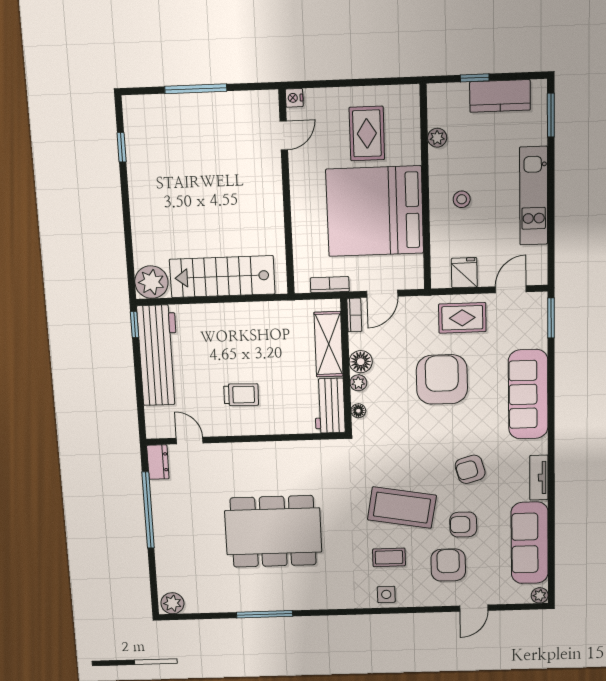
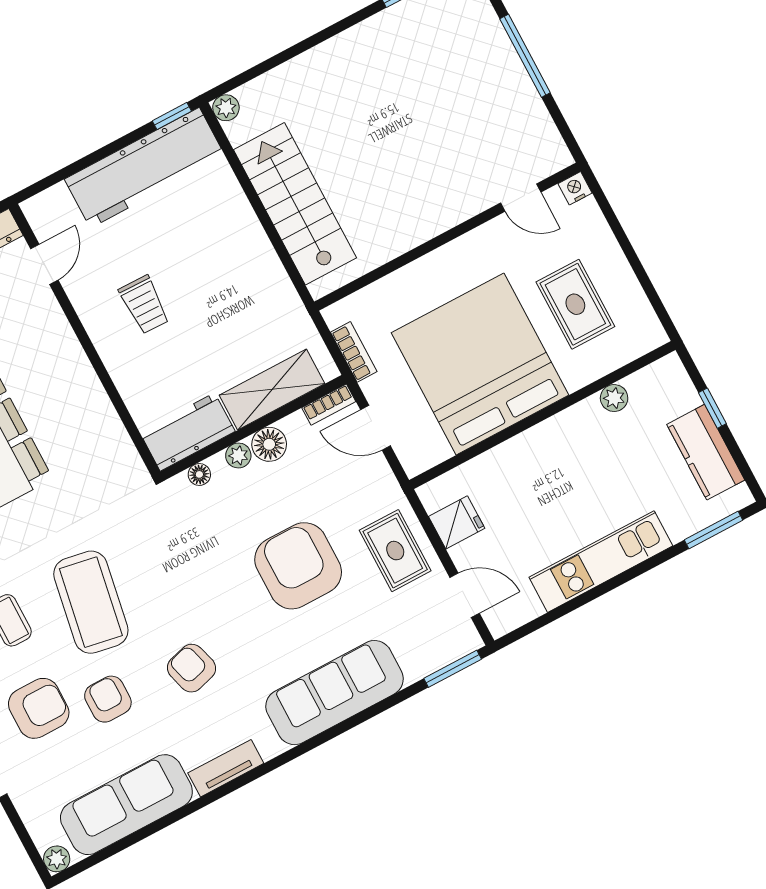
rug: (367, 133) -> (575, 304), turned 90
stool: (462, 199) -> (551, 470), removed
plant: (151, 282) -> (226, 108), width x0.53, depth x0.53
armchair: (442, 379) -> (298, 566), turned -90

